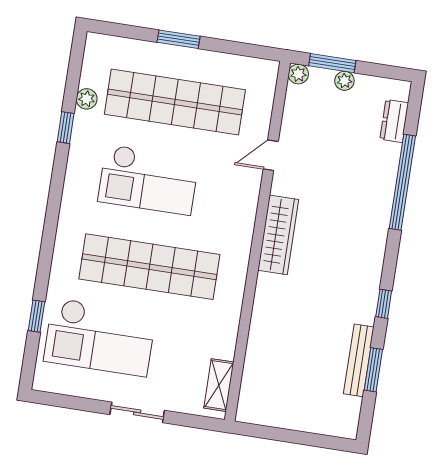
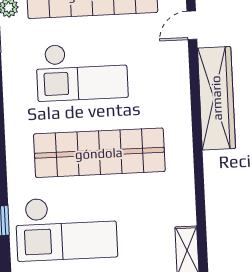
wardrobe: (278, 235) -> (216, 98), width x1.40, depth x1.17

